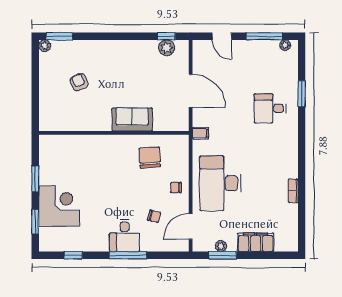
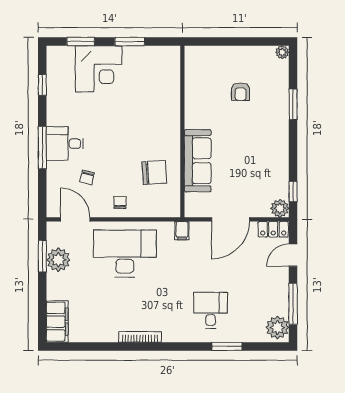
window: (59, 36) -> (293, 104), moved
plant: (285, 45) -> (277, 327), width x1.87, depth x1.87
plant: (167, 48) -> (280, 208), moved
locker: (199, 54) -> (273, 229), added
armchair: (79, 82) -> (241, 92), turned 115
sofa: (132, 120) -> (198, 161), width x1.36
bookcase: (293, 191) -> (140, 337), moved, width x1.56
filing cabinet: (256, 242) -> (57, 322), moved
plant: (221, 246) -> (58, 260), width x1.87, depth x1.87

